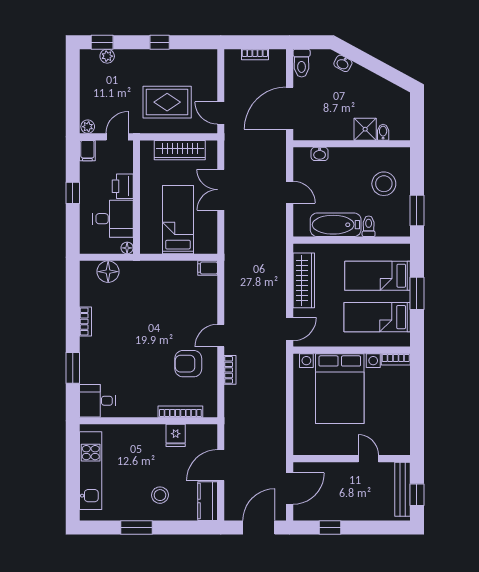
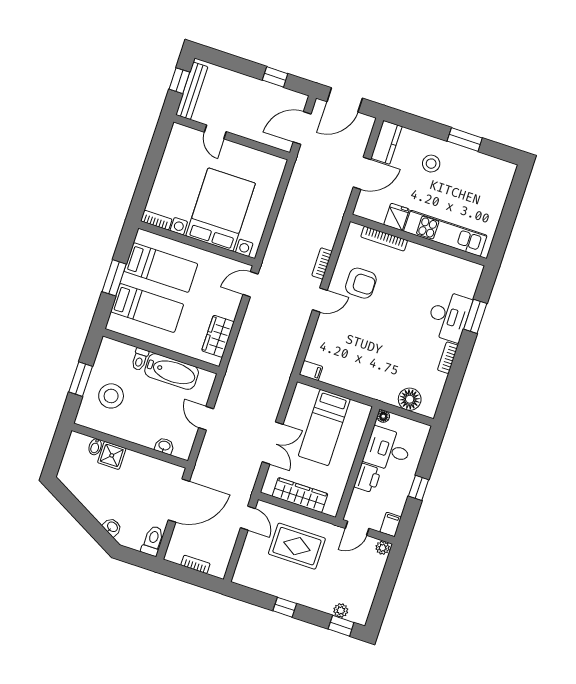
window: (417, 210) -> (81, 379), moved
wardrobe: (304, 280) -> (218, 336), width x0.67
desk: (97, 401) -> (449, 316), moved, width x1.37
kitchen unit: (91, 471) -> (445, 233), moved, turned 90

